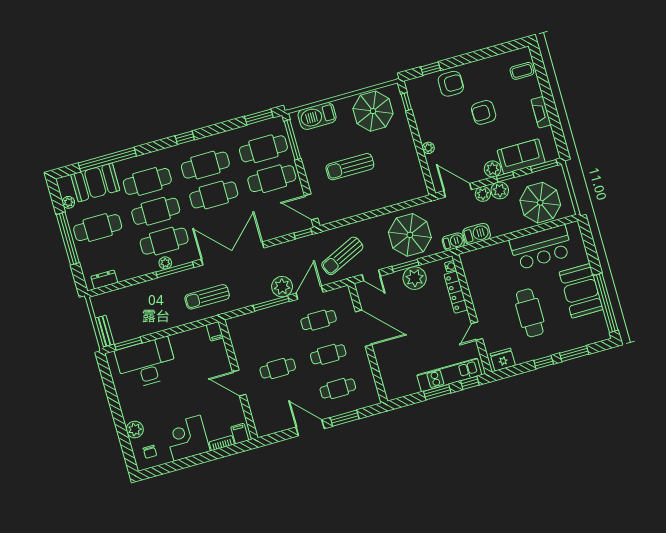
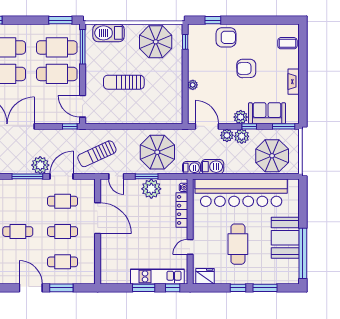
bar counter: (541, 247) -> (241, 193), width x1.86

